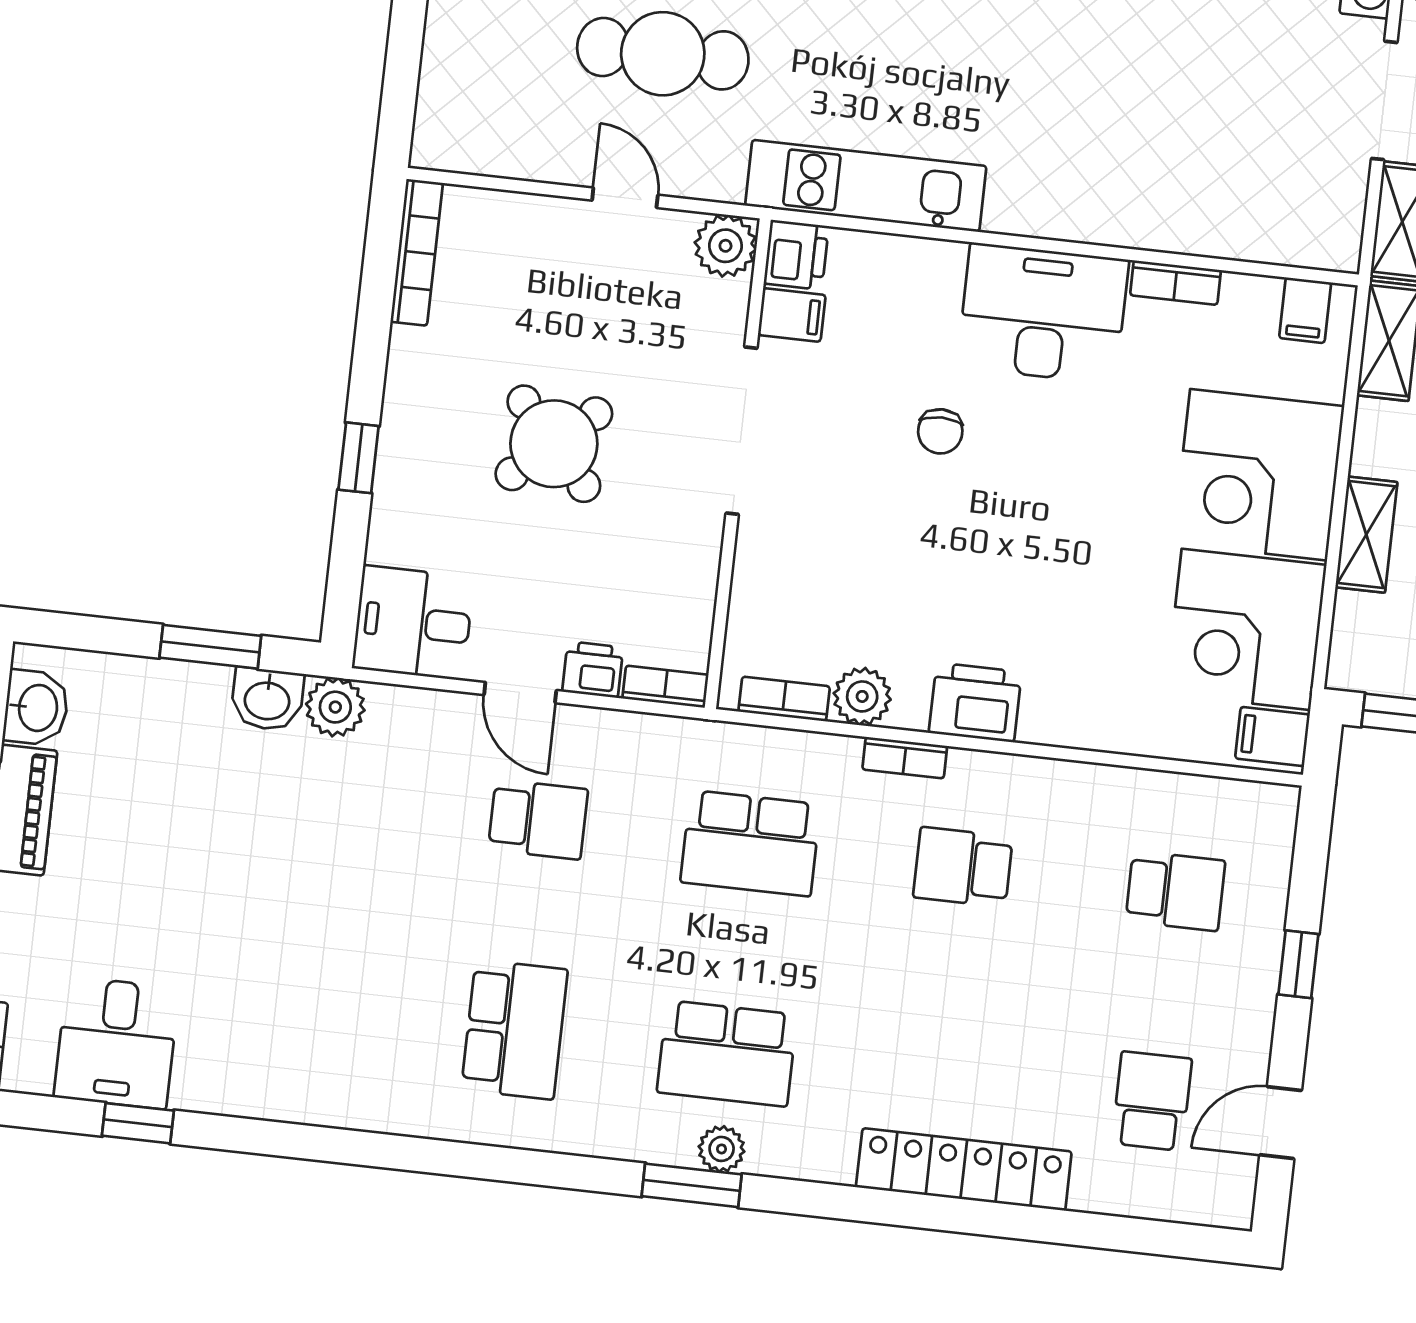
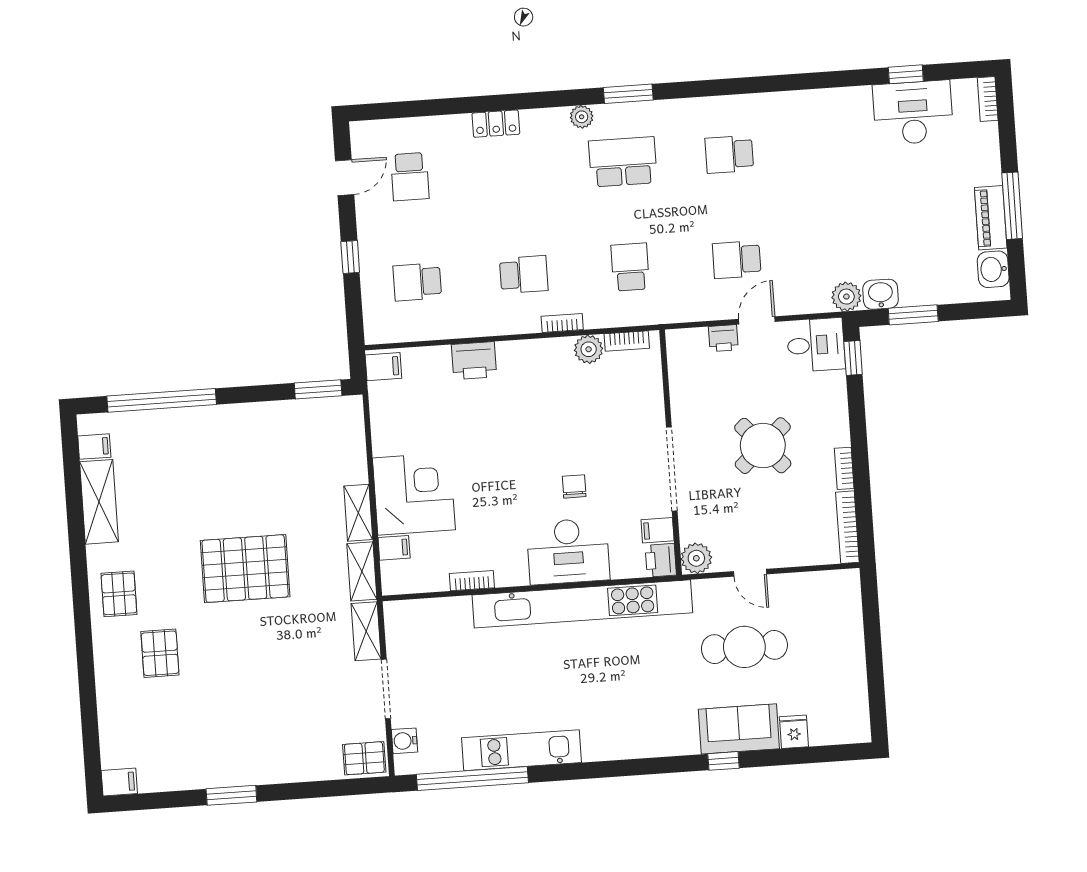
kitchen unit: (866, 186) -> (582, 604), width x1.86
filing cabinet: (1305, 310) -> (394, 548), moved, turned 90
desk: (1043, 313) -> (568, 551), moved
window: (359, 458) -> (853, 358), moved
shelving: (1366, 535) -> (358, 513), moved
corner desk: (1246, 629) -> (406, 417), removed
bookcase: (665, 687) -> (844, 468), moved, turned 90
door: (520, 693) -> (757, 320), hinge flipped
printer: (975, 702) -> (474, 361), moved
school desk: (750, 843) -> (630, 267), width x0.54
school desk: (514, 1030) -> (729, 154), width x0.54
desk: (116, 1043) -> (913, 113), width x1.37
plant: (722, 1149) -> (582, 117), moved
locker: (964, 1169) -> (496, 124), width x0.46, depth x0.83

